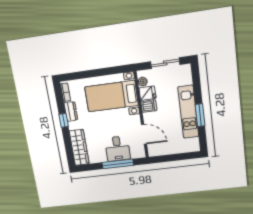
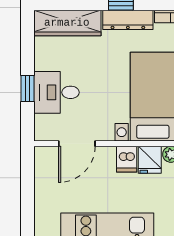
dresser: (71, 111) -> (128, 20), width x1.44
window: (118, 164) -> (27, 88), width x0.46

